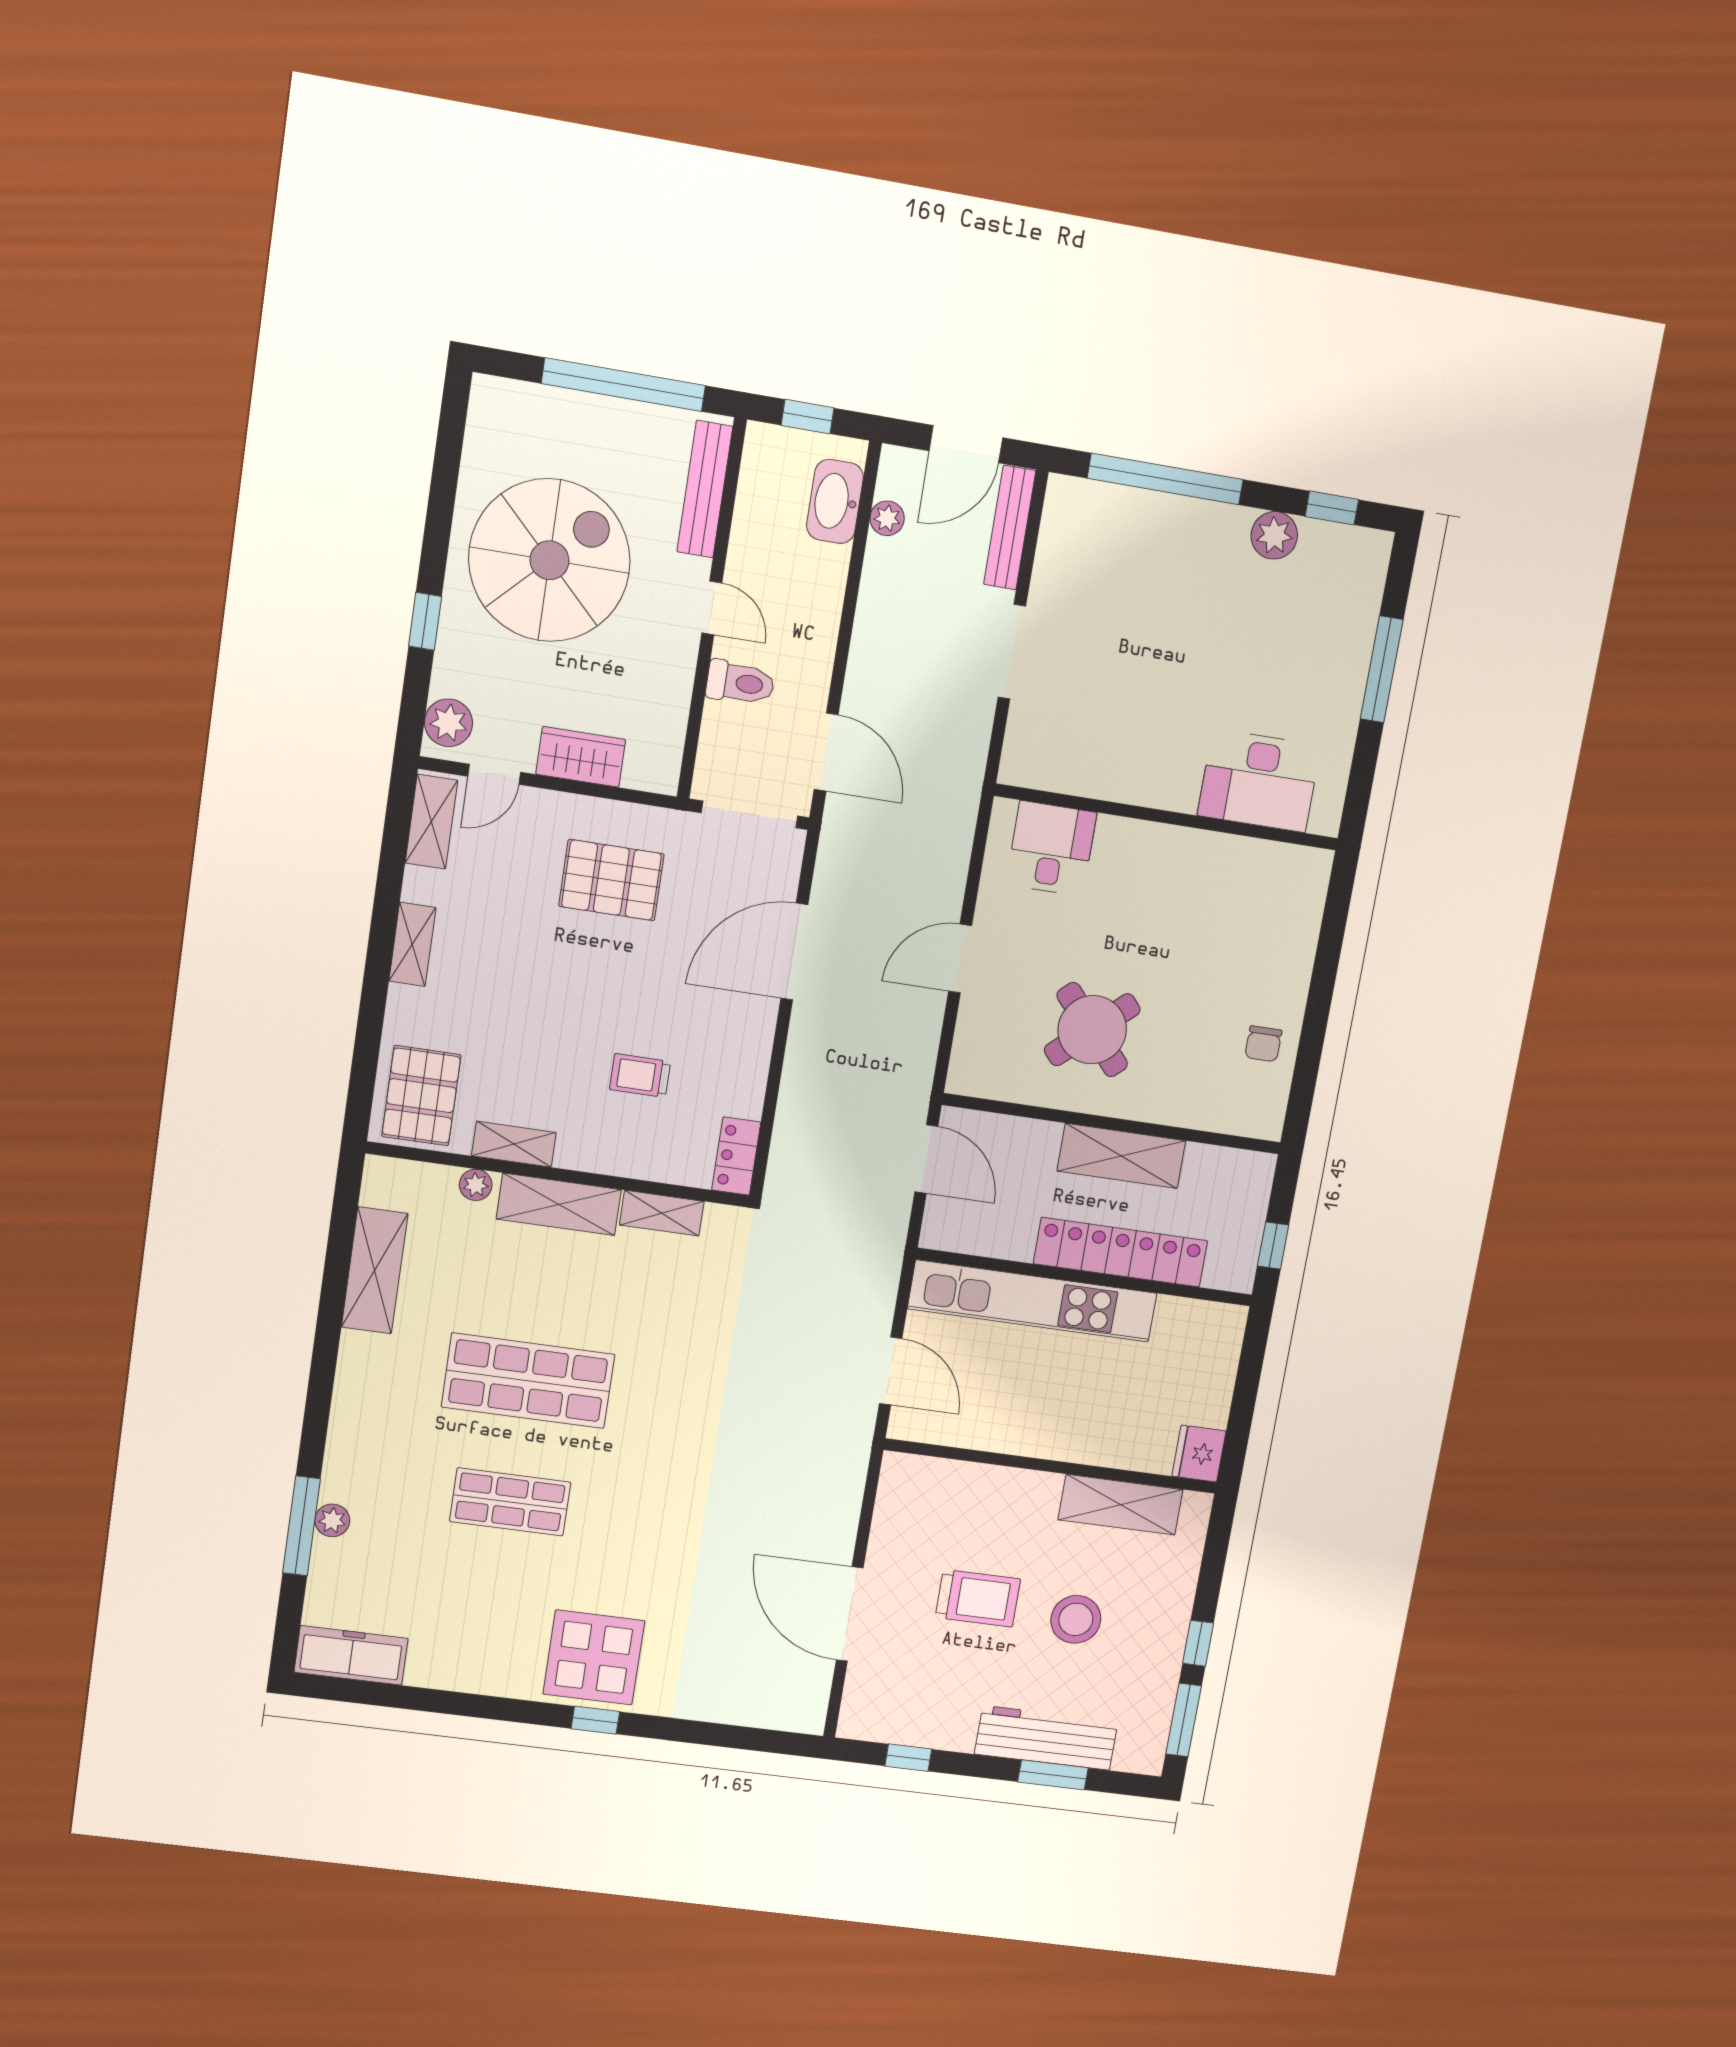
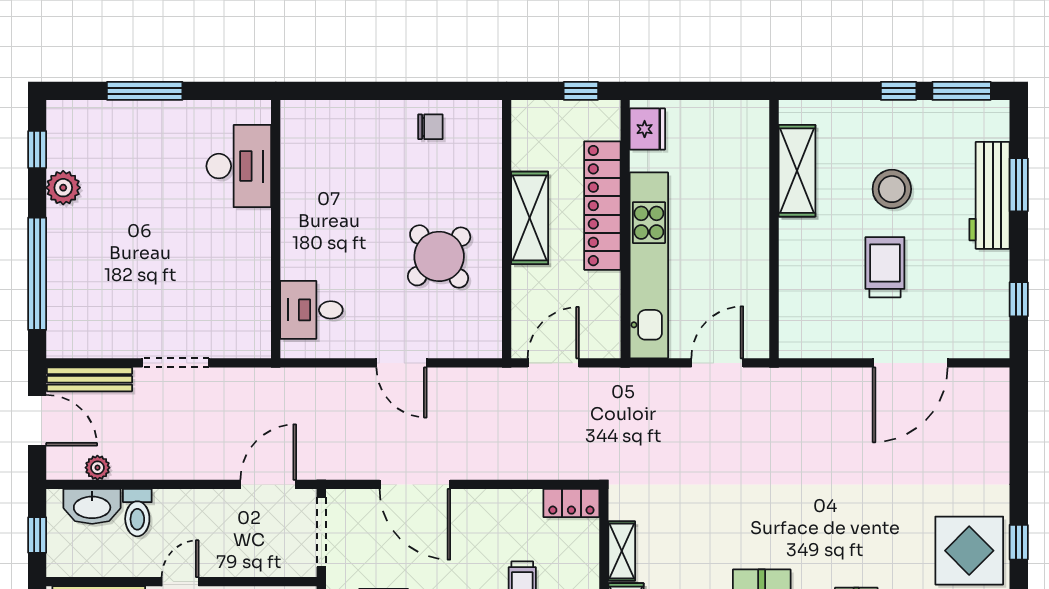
toilet: (740, 683) -> (137, 513), moved, turned 180
fridge: (1199, 1454) -> (647, 129), moved, turned -90

